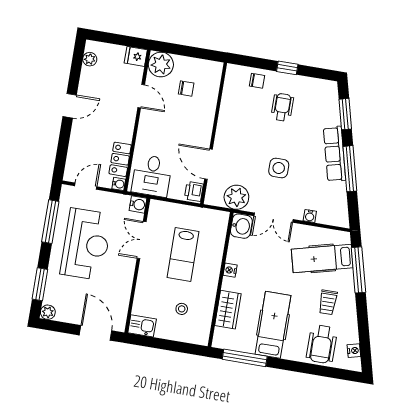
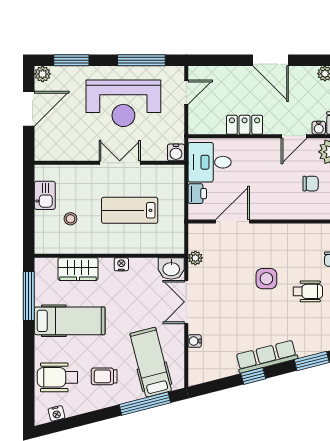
chair: (186, 89) -> (311, 184), turned -90
door: (70, 106) -> (271, 60), width x1.38
locker: (120, 159) -> (245, 125), moved
side table: (279, 168) -> (266, 279), moved
window: (350, 169) -> (253, 376), width x0.46
water cooler: (119, 184) -> (319, 128), moved
door: (86, 186) -> (186, 92), hinge flipped
printer: (194, 191) -> (197, 194), moved, turned 90
plant: (236, 197) -> (195, 258), width x0.53, depth x0.53
double door: (142, 240) -> (120, 163), moved
kitchen sink: (142, 326) -> (45, 195), moved
door: (96, 333) -> (29, 109), moved

